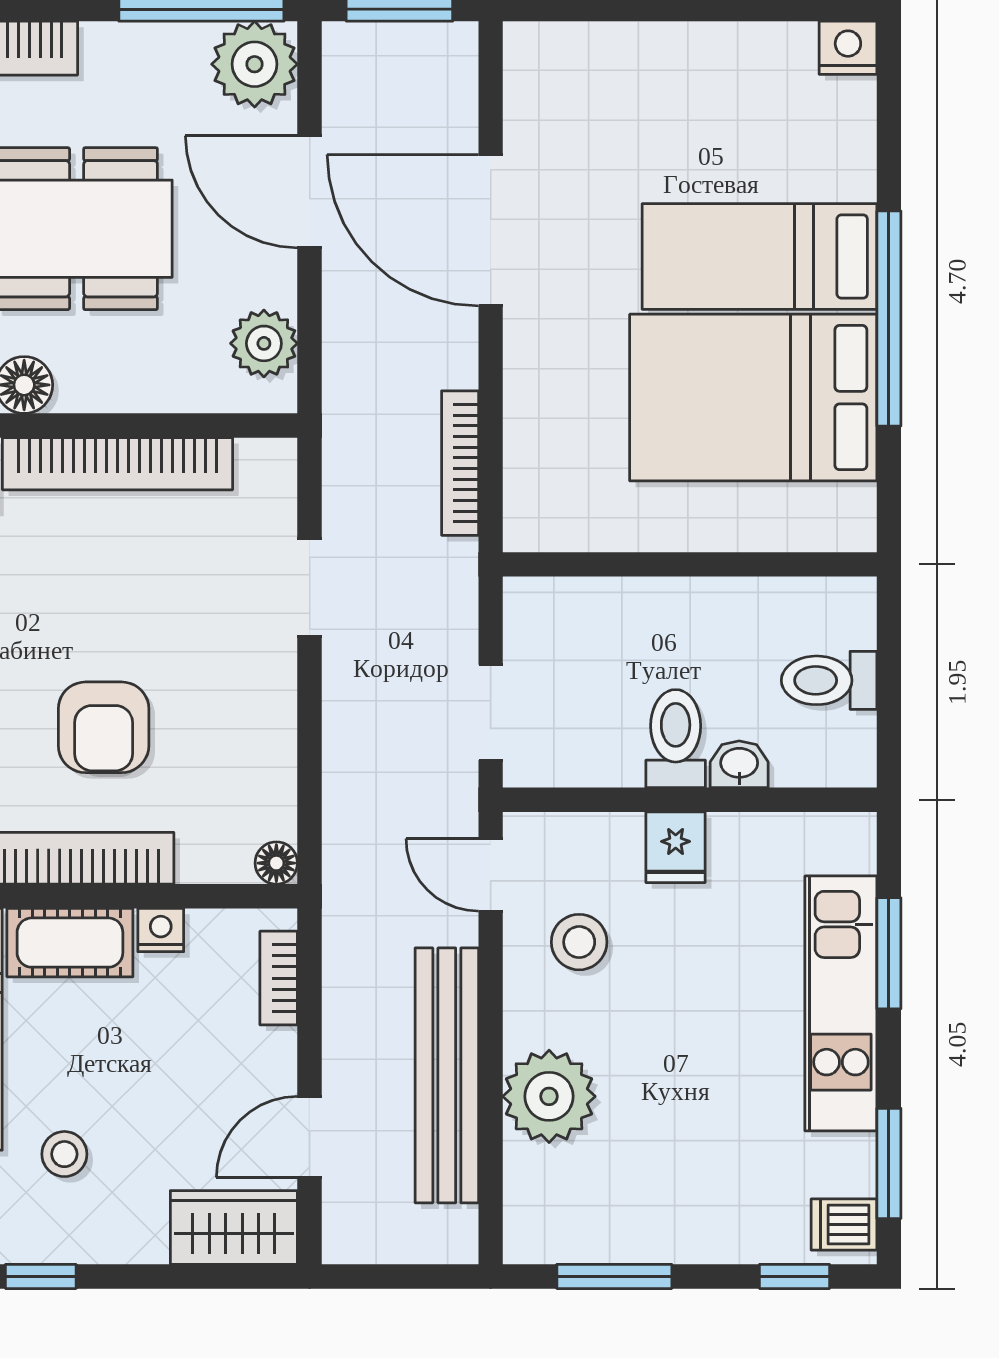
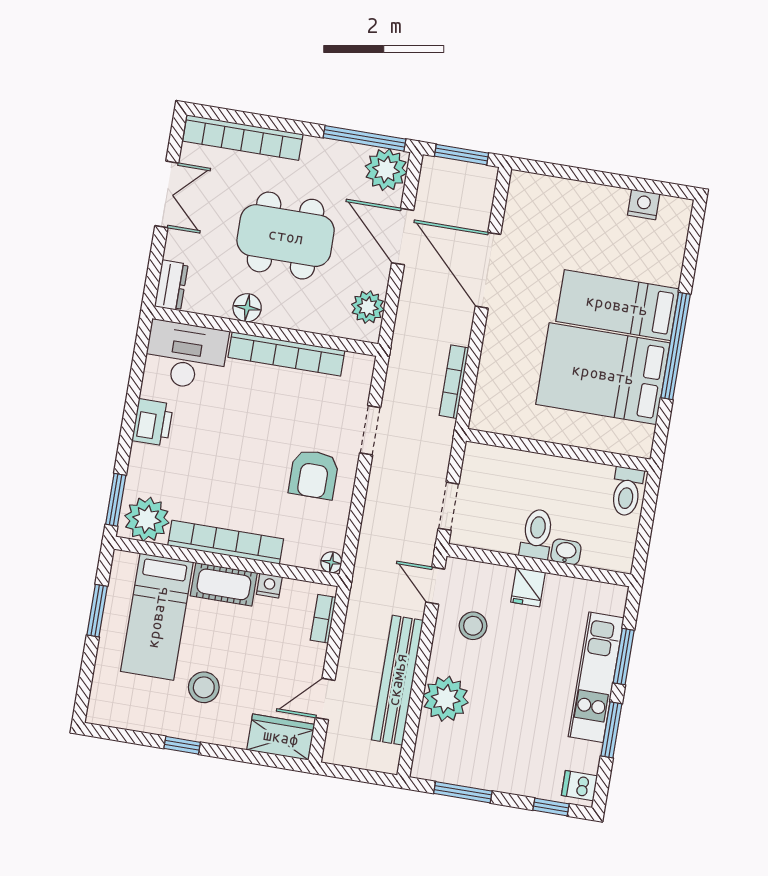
nightstand: (848, 48) -> (644, 204), moved
toilet: (829, 680) -> (627, 492), moved, turned -90
armchair: (104, 727) -> (314, 474), moved
stool: (64, 1154) -> (204, 687), width x1.37, depth x1.37
window: (889, 1163) -> (611, 730), moved

